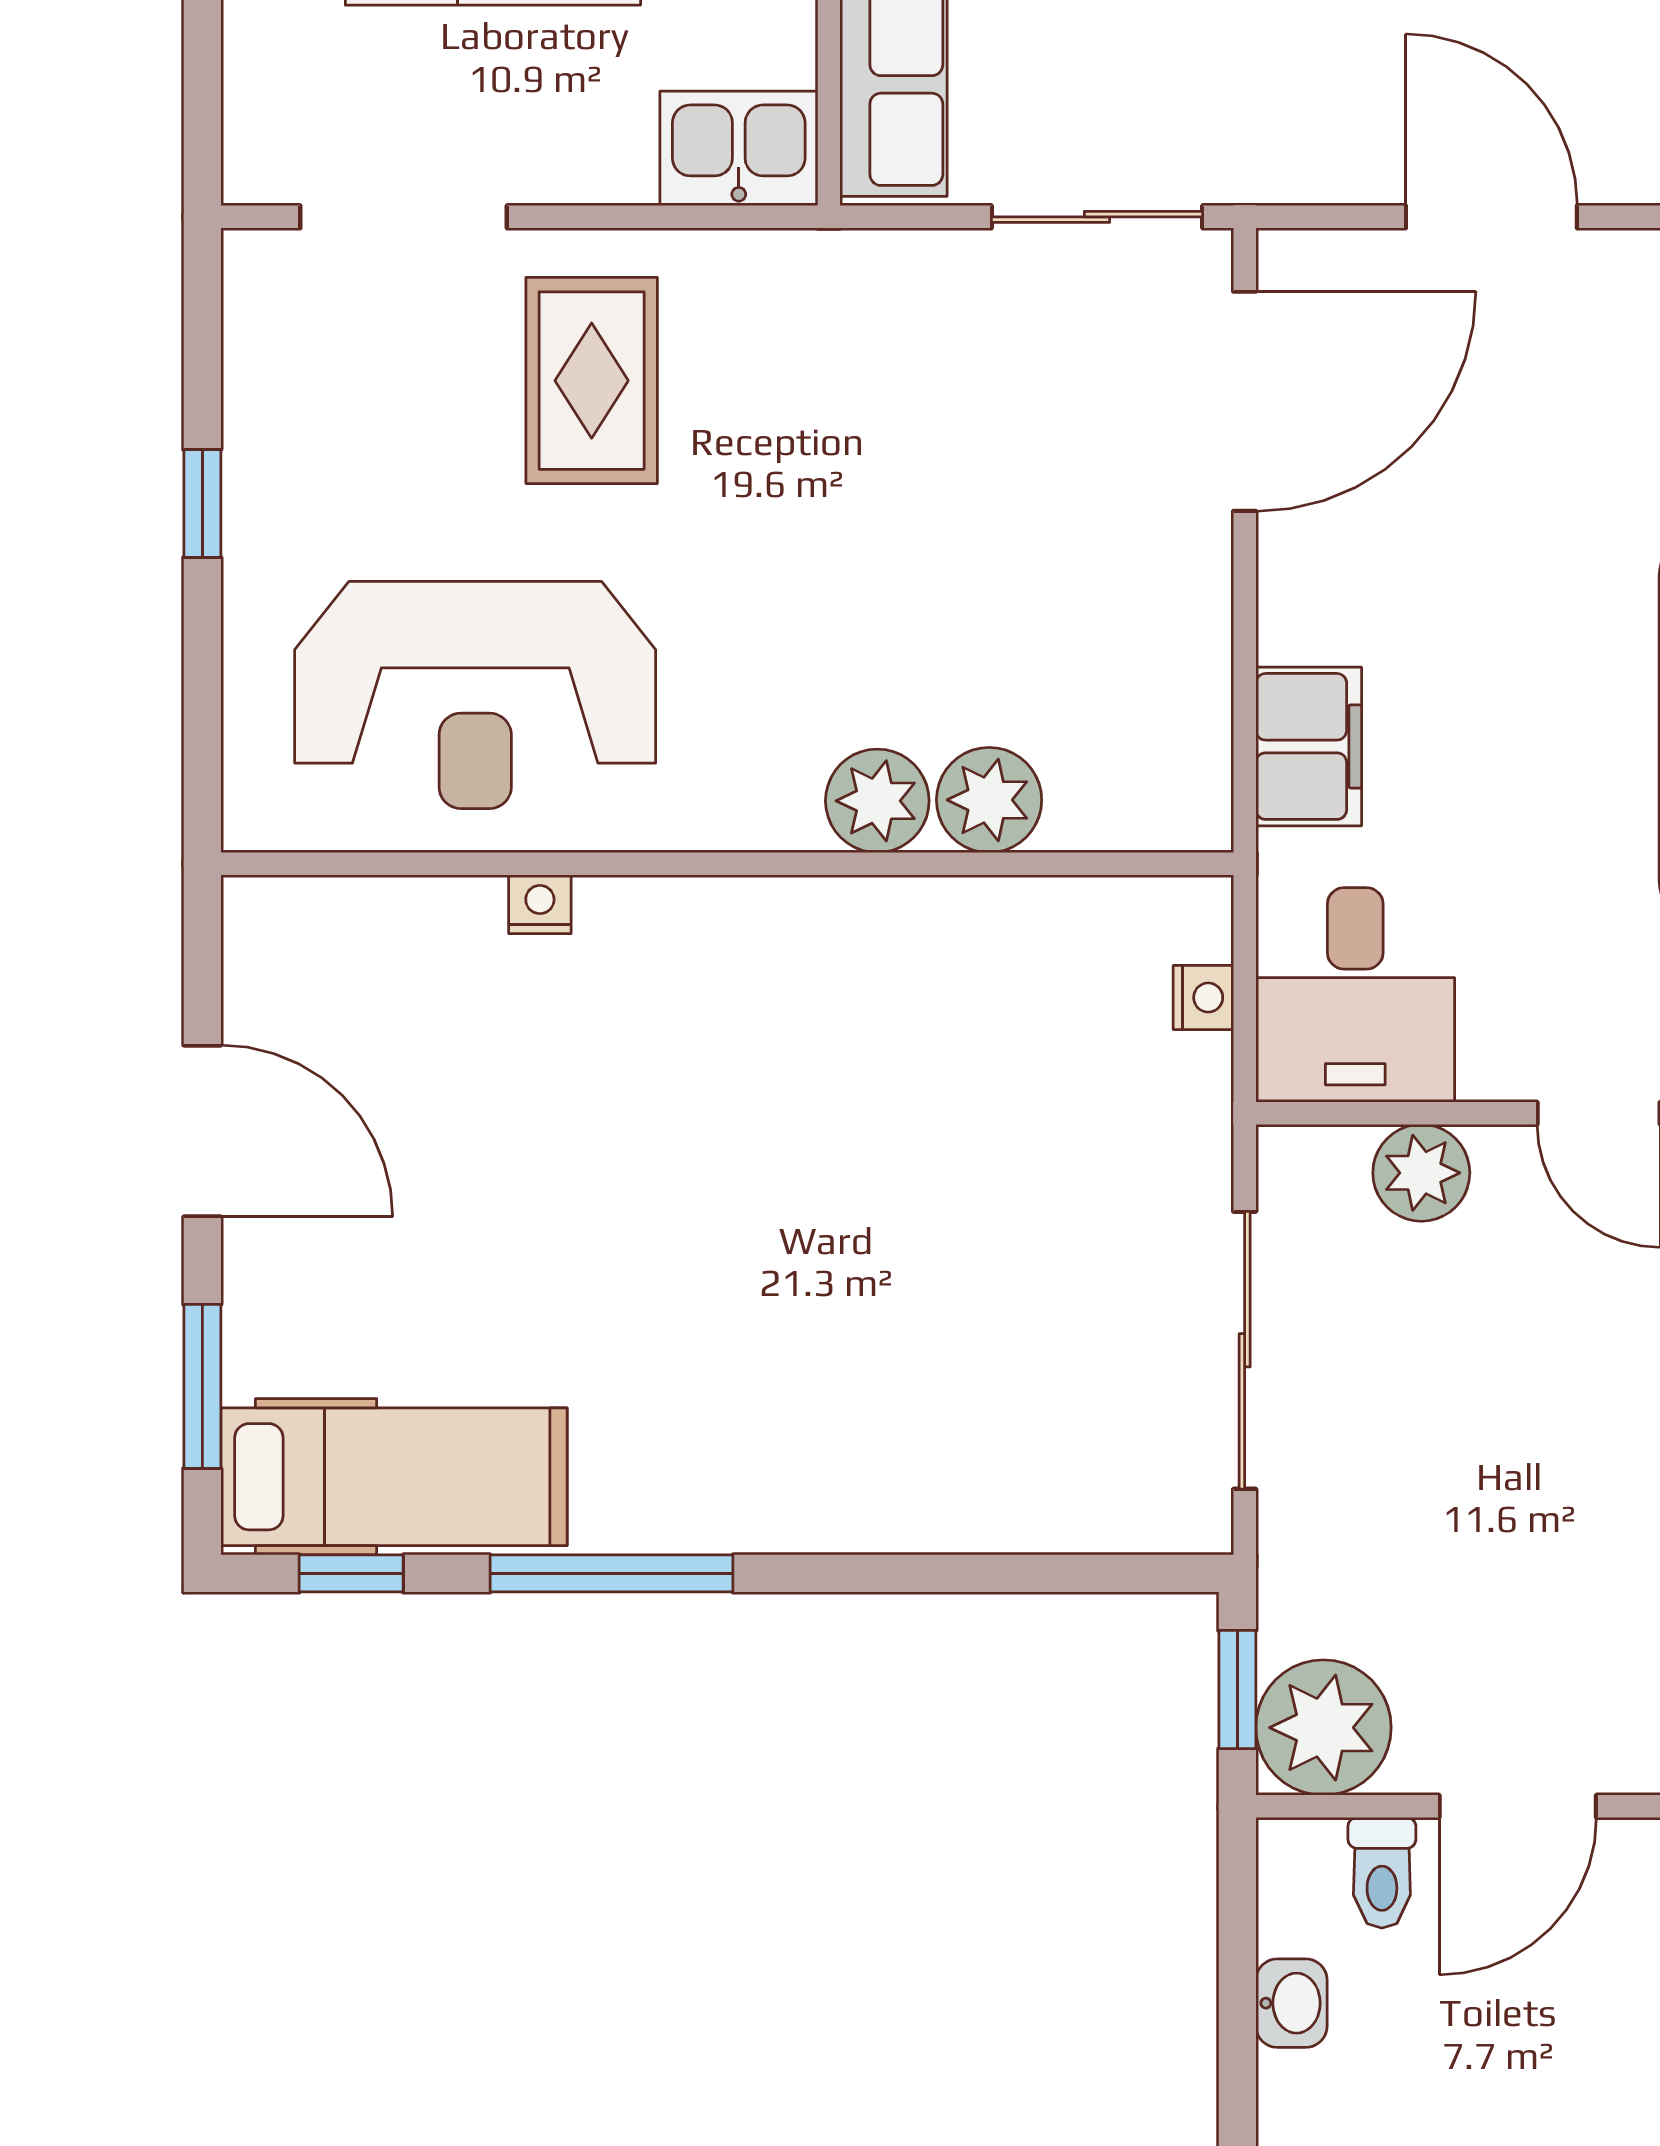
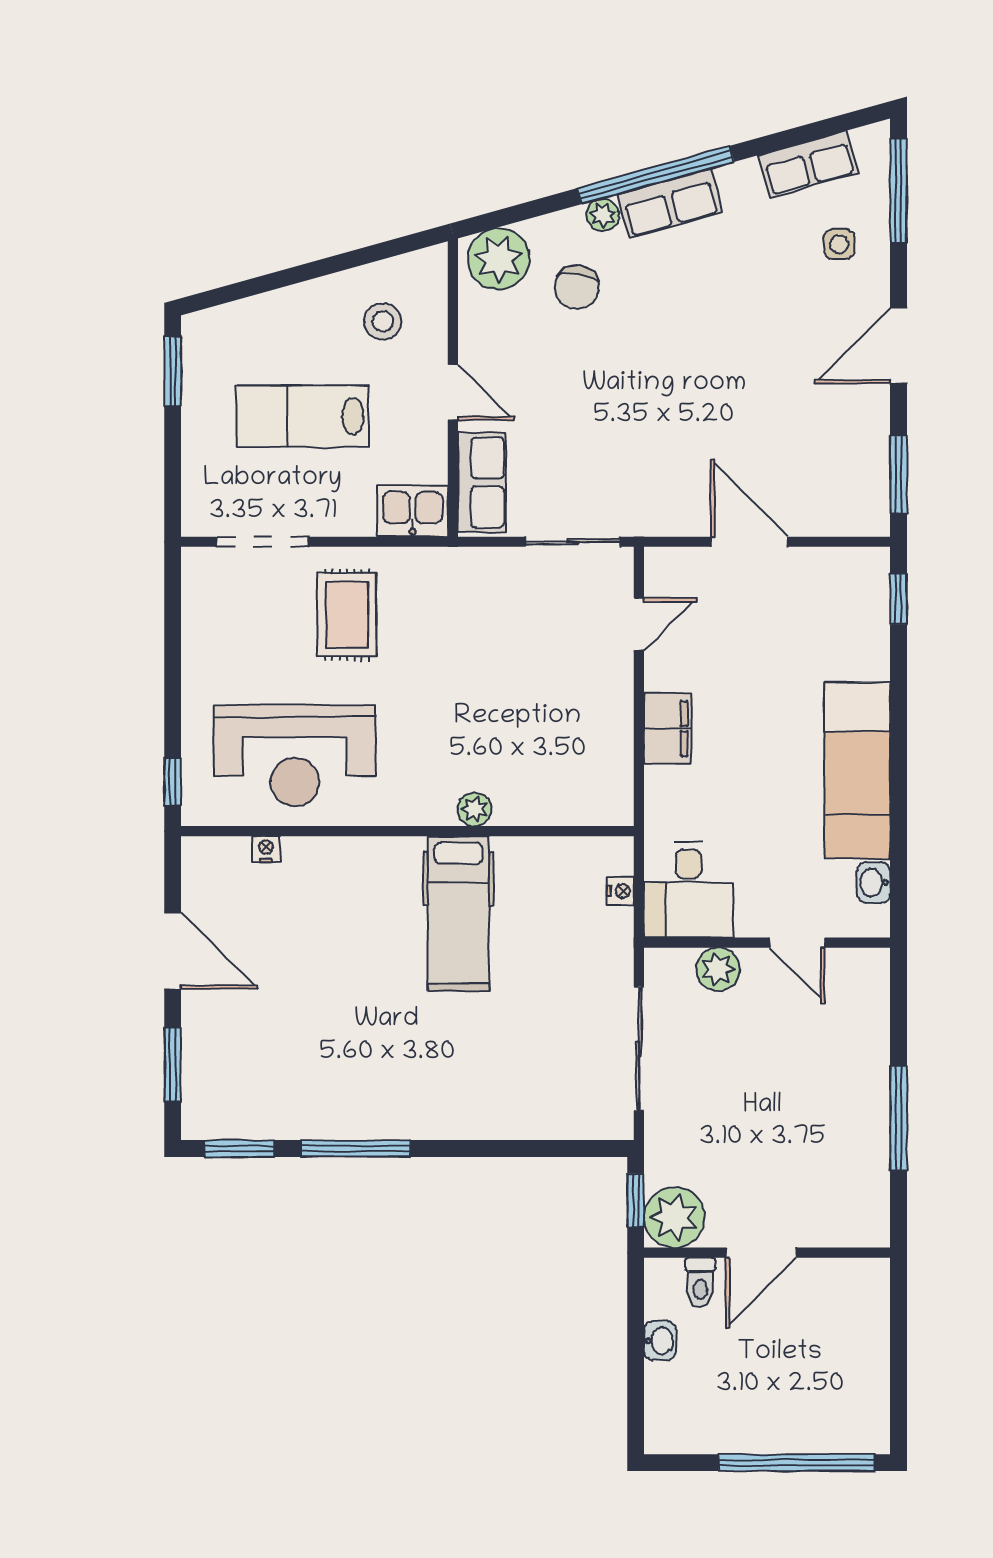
door: (1245, 401) -> (639, 624), width x0.53
window: (202, 504) -> (173, 782), moved
filing cabinet: (1309, 746) -> (668, 729), moved
plant: (989, 800) -> (525, 803), removed
plant: (877, 801) -> (475, 809), width x0.73, depth x0.73
nightstand: (540, 904) -> (266, 849), moved
hospital bed: (394, 1477) -> (459, 913), moved, turned 90
window: (351, 1573) -> (239, 1148), width x1.50

